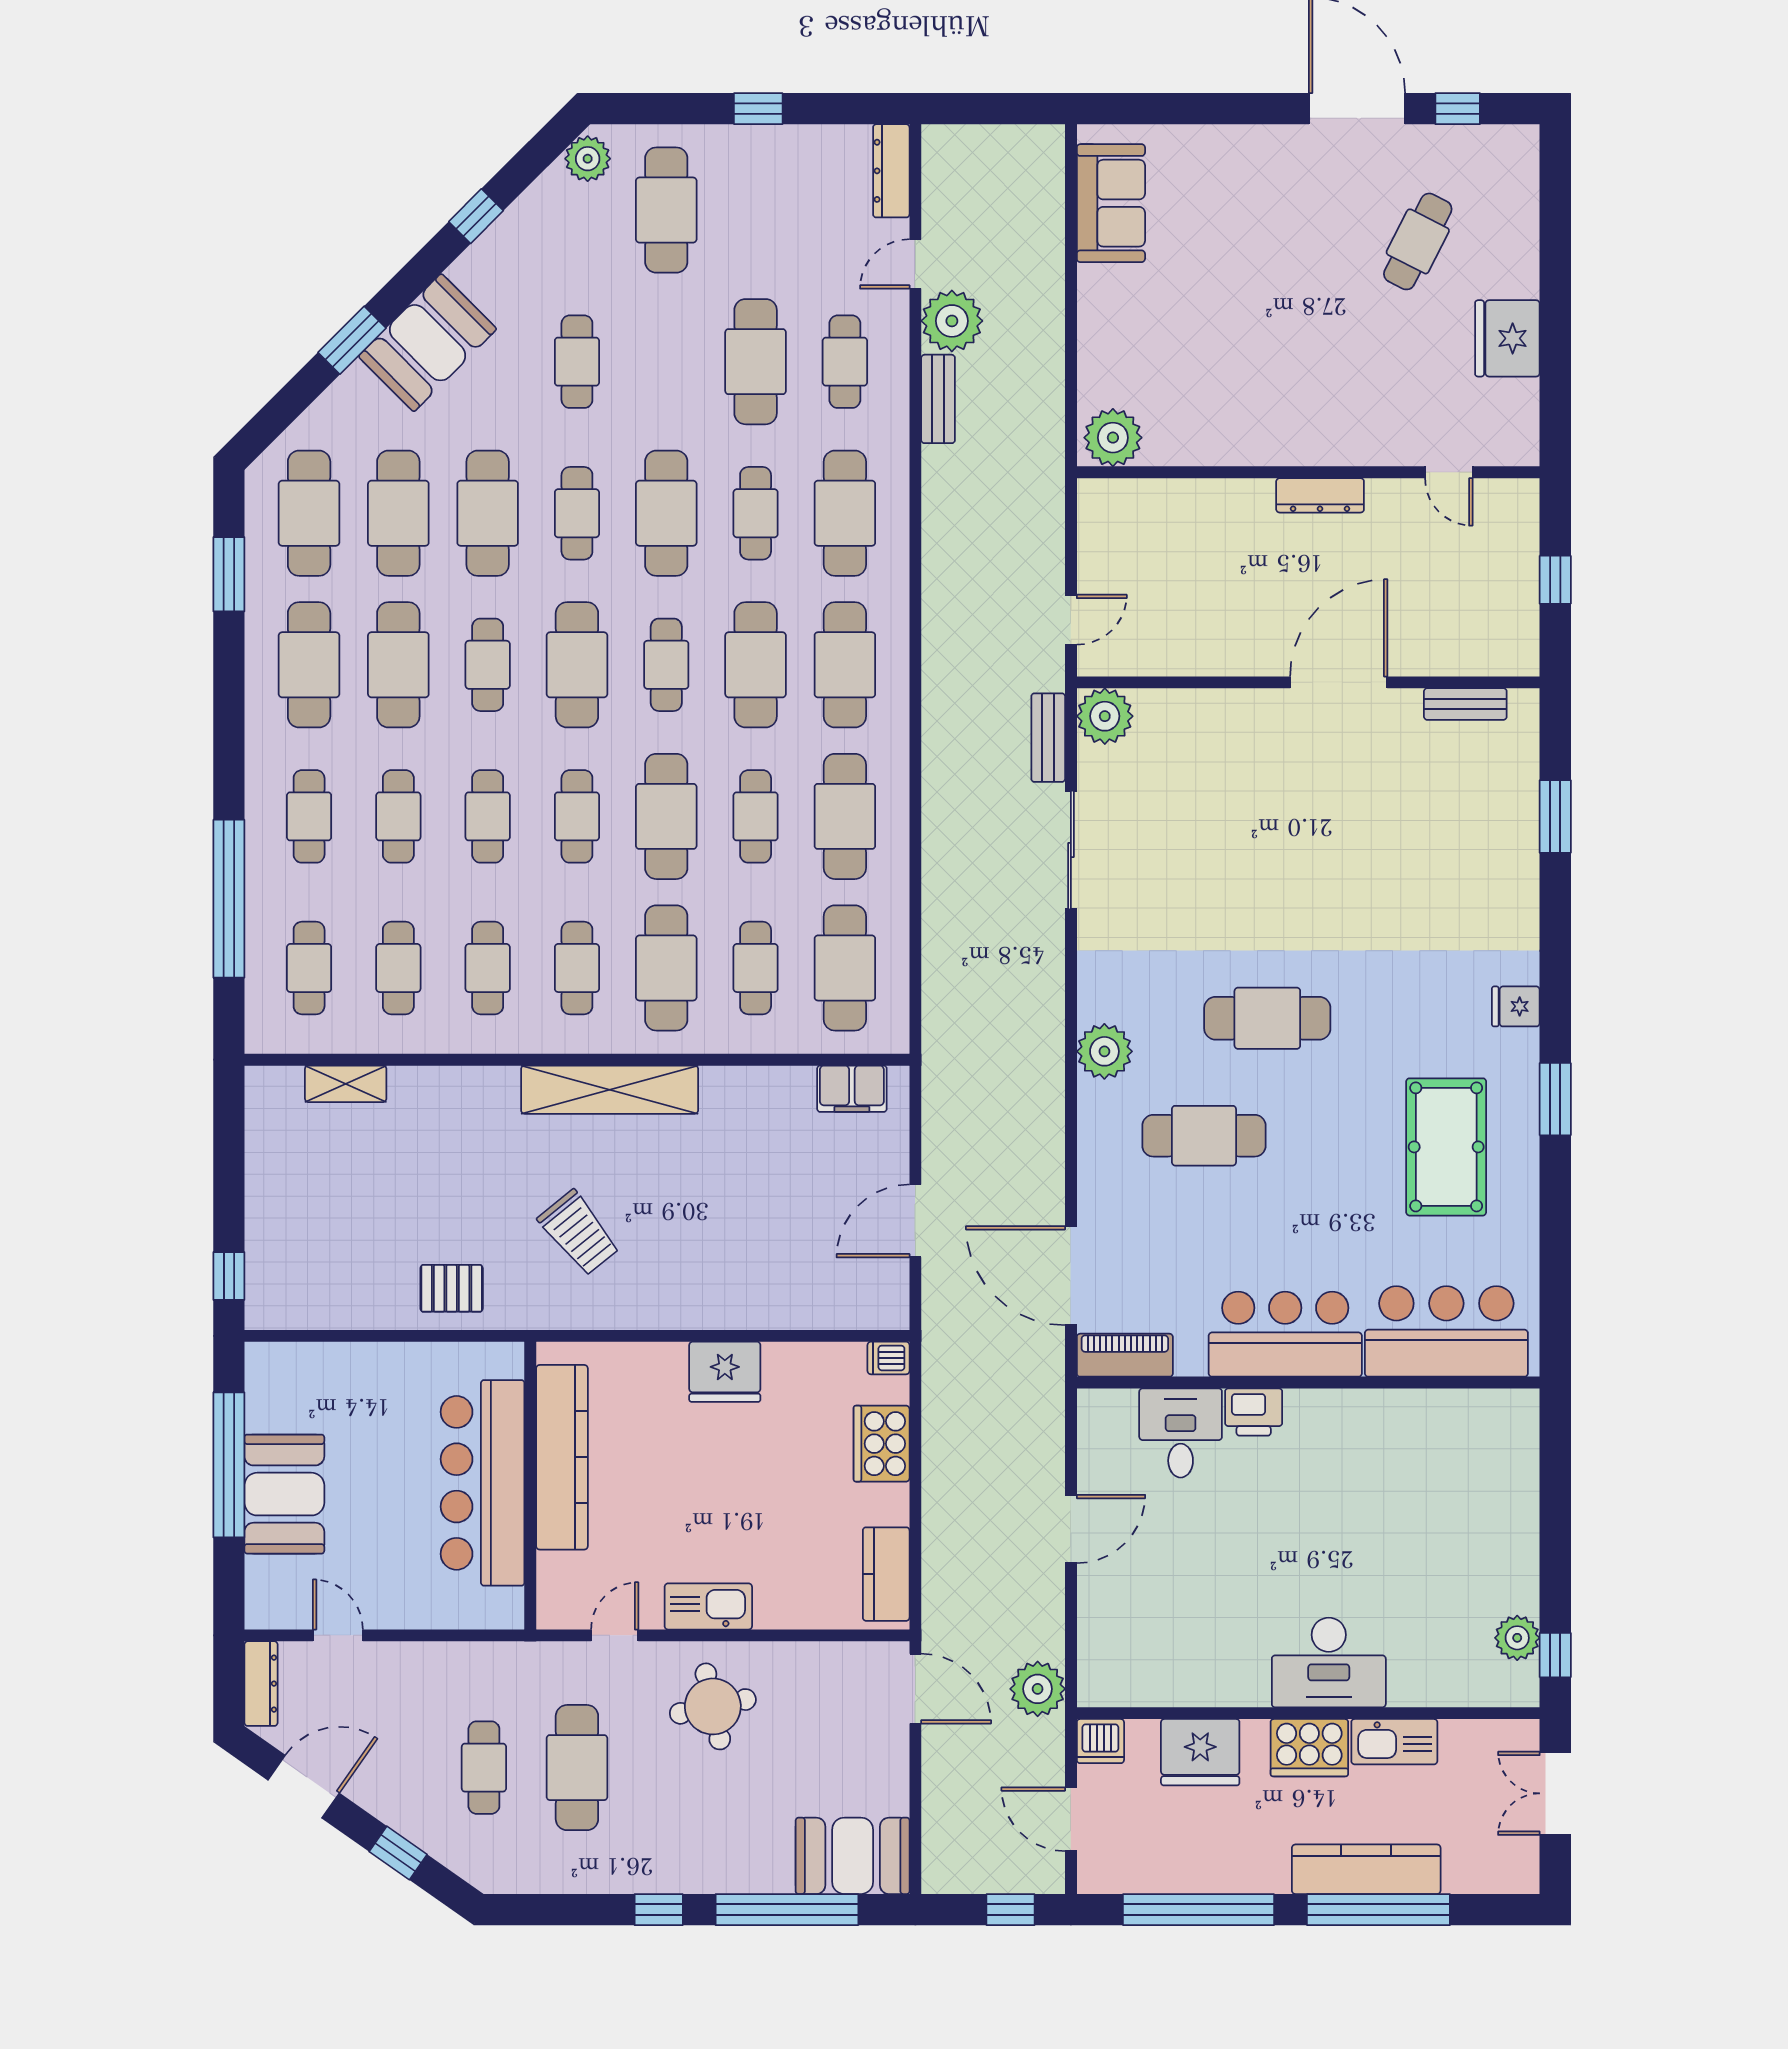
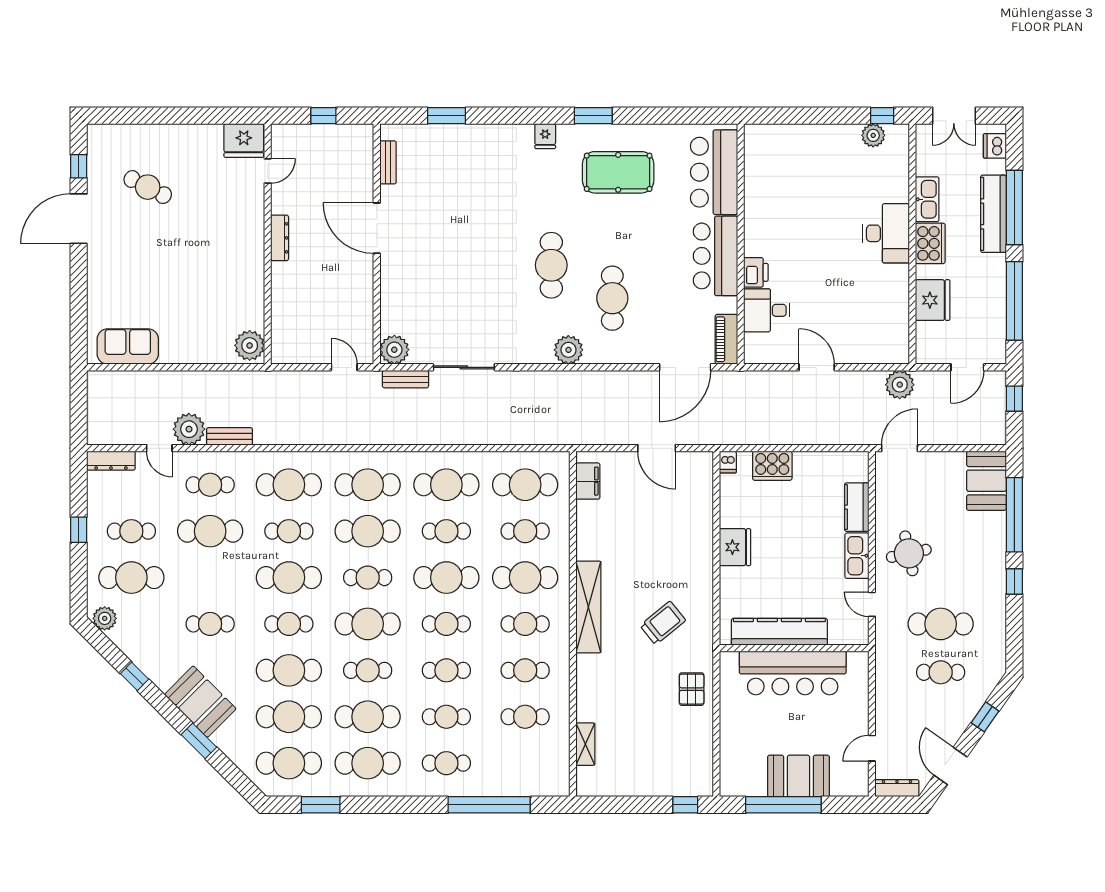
fridge: (1507, 338) -> (244, 141), moved
cafe table: (309, 968) -> (131, 531), moved
kitchen counter: (886, 1574) -> (857, 507), moved, turned 90
dishwasher: (1100, 1741) -> (995, 146), moved, turned 180

